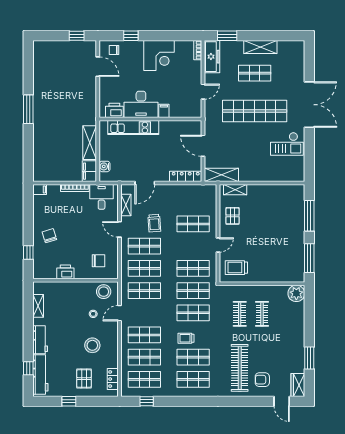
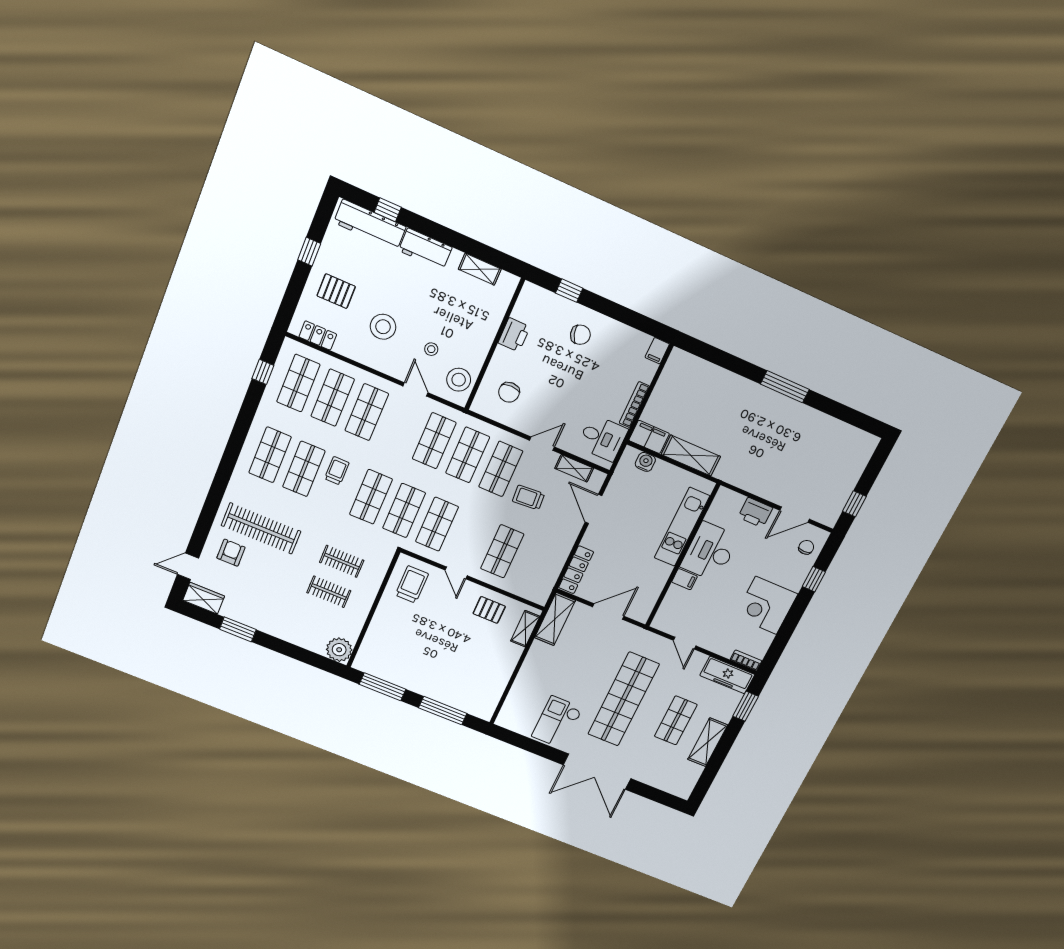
printer: (114, 110) -> (755, 513), moved, turned 90

